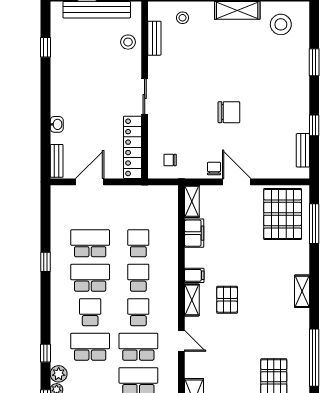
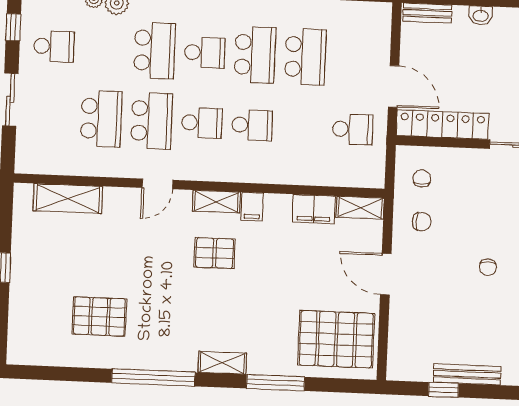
chair: (229, 112) -> (488, 267), width x0.54, depth x0.54
window: (314, 125) -> (444, 390), moved
bench: (303, 150) -> (467, 374), moved, width x1.36
chair: (214, 168) -> (422, 222), moved
door: (90, 182) -> (394, 86), moved
door: (237, 182) -> (386, 274), swing flipped
window: (314, 224) -> (275, 383), moved
school desk: (138, 243) -> (353, 129), moved
window: (314, 358) -> (153, 378), moved

